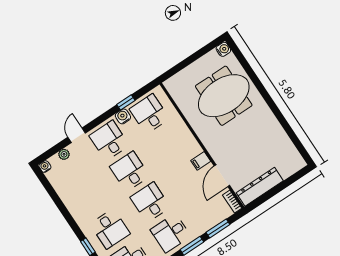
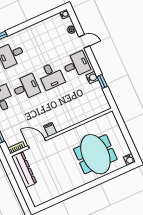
desk: (149, 114) -> (91, 97), removed
desk: (130, 171) -> (51, 76), turned 90

